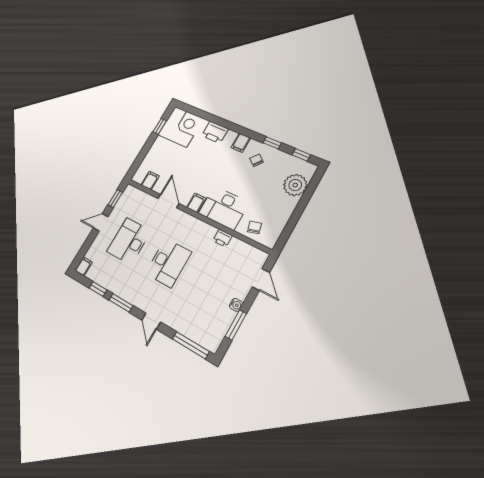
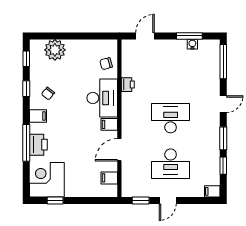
window: (223, 123) -> (26, 143), added
door: (101, 222) -> (168, 200), hinge flipped
water cooler: (236, 305) -> (192, 44), moved

